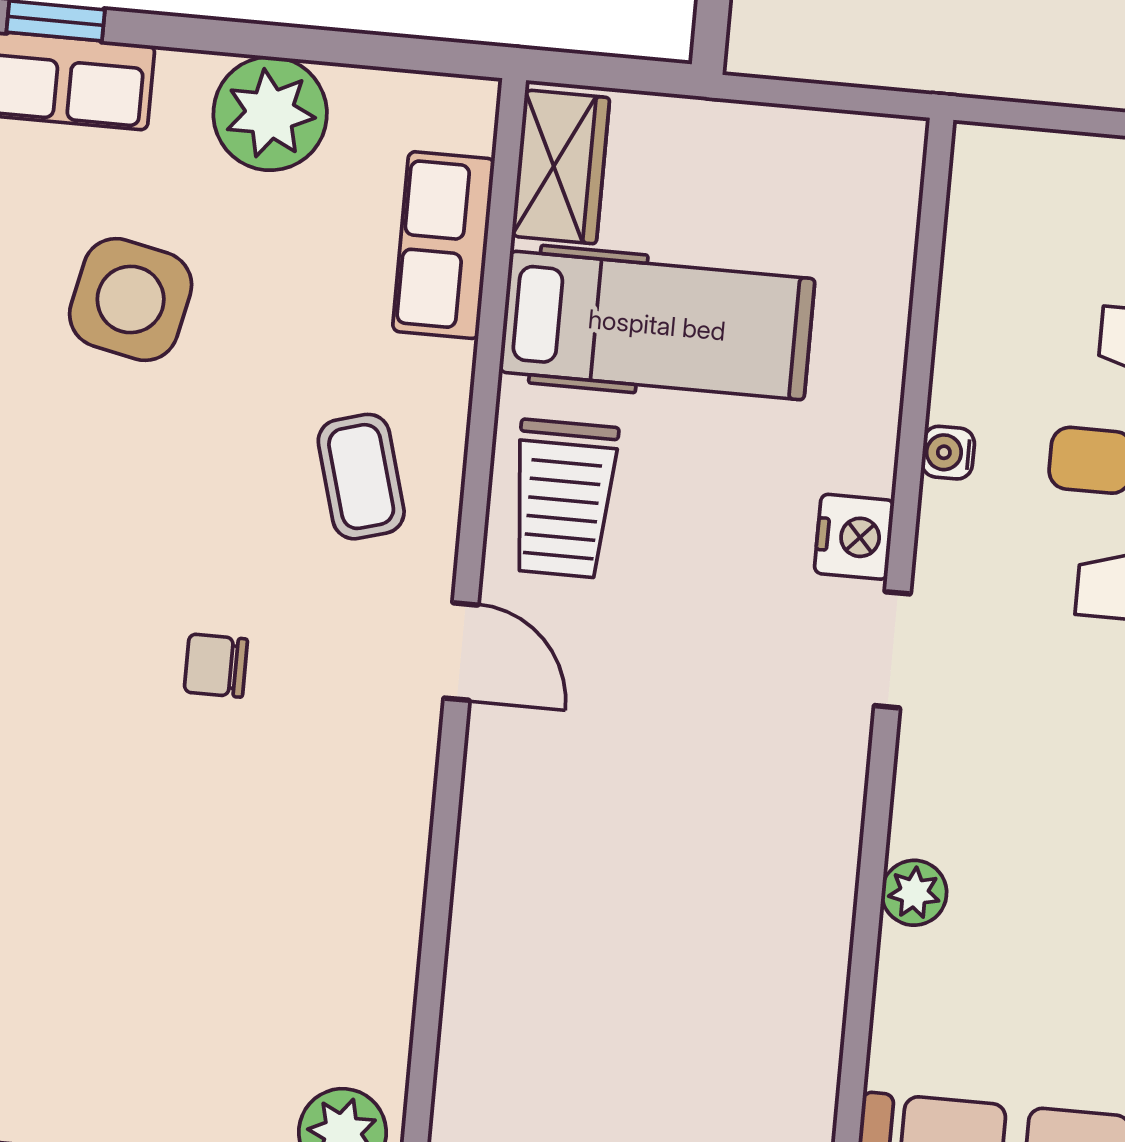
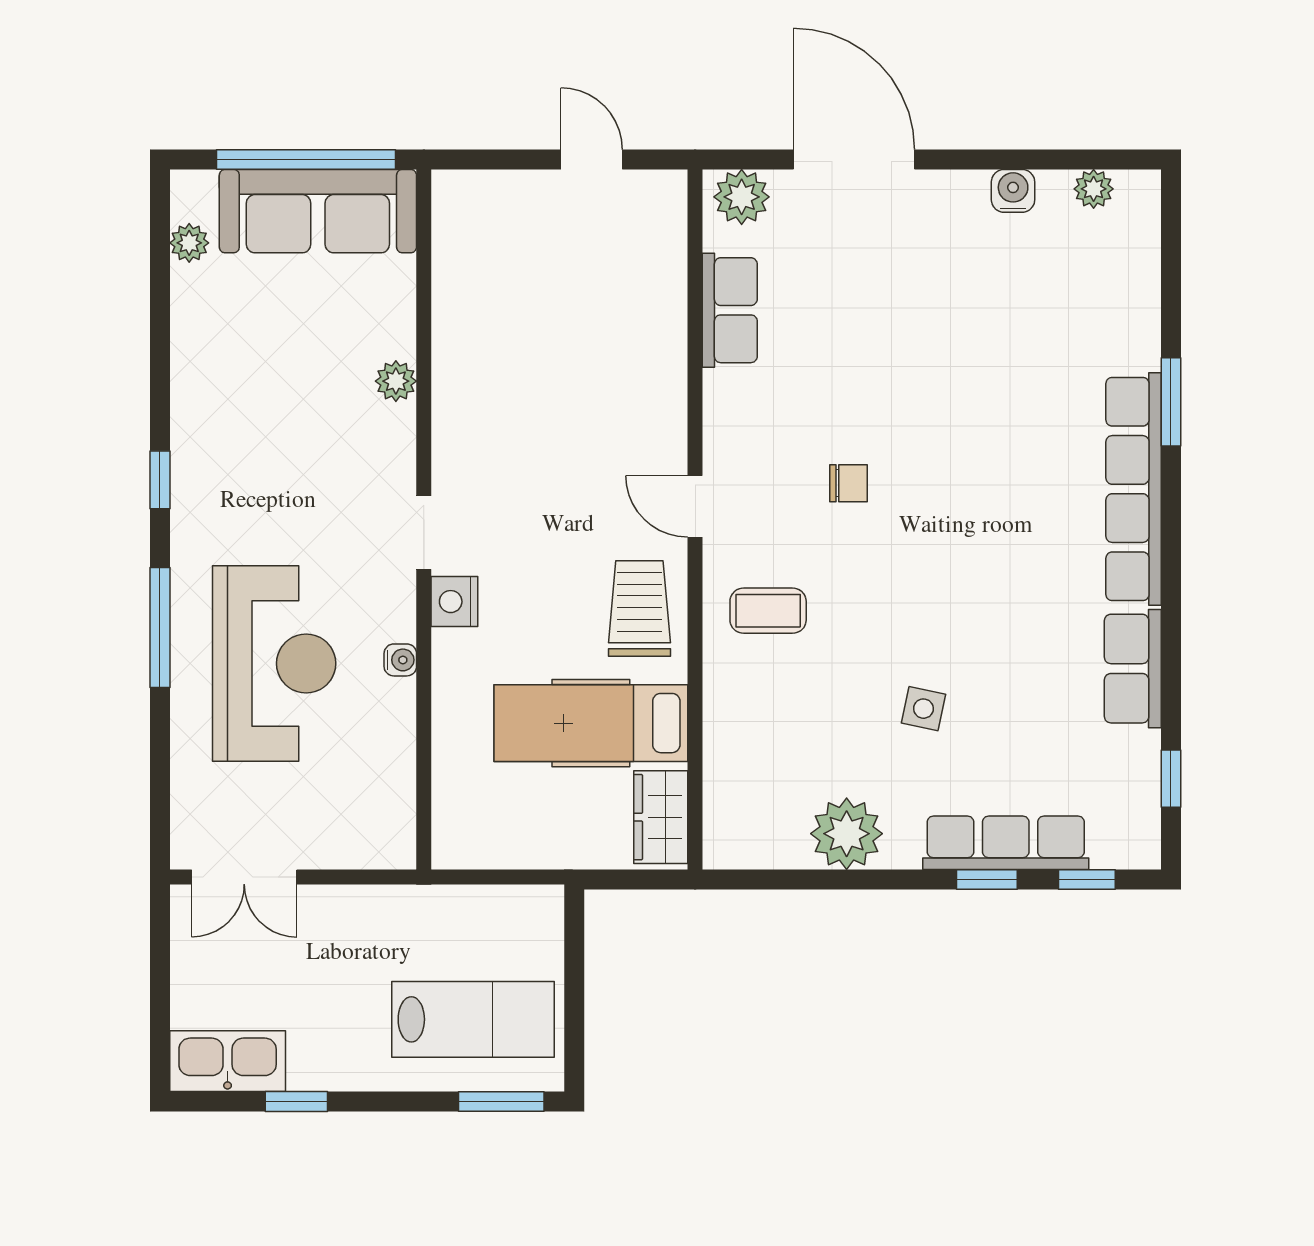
row of seats: (444, 245) -> (730, 310), moved
side table: (131, 299) -> (923, 709), width x0.54, depth x0.54
coffee table: (361, 477) -> (768, 611), turned -74

